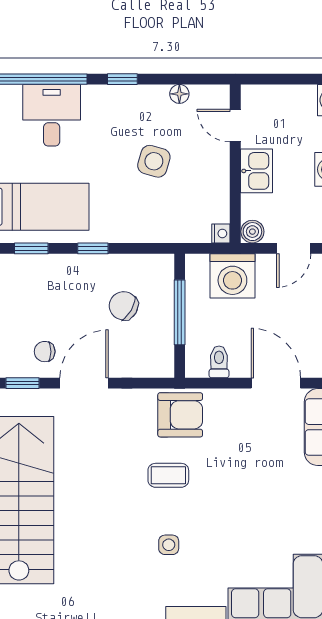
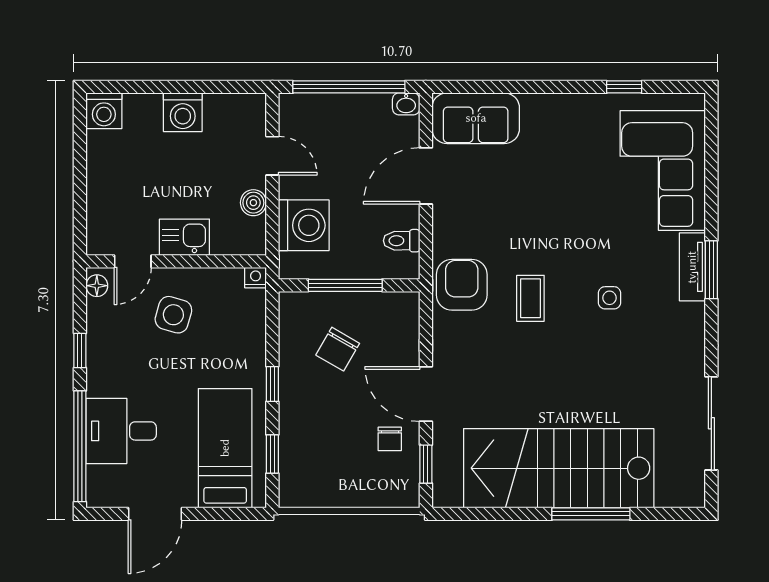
door: (235, 126) -> (133, 261), moved
wall: (235, 164) -> (176, 261), moved
kitchen sink: (256, 171) -> (184, 237), moved
nightstand: (221, 233) -> (256, 278), moved

